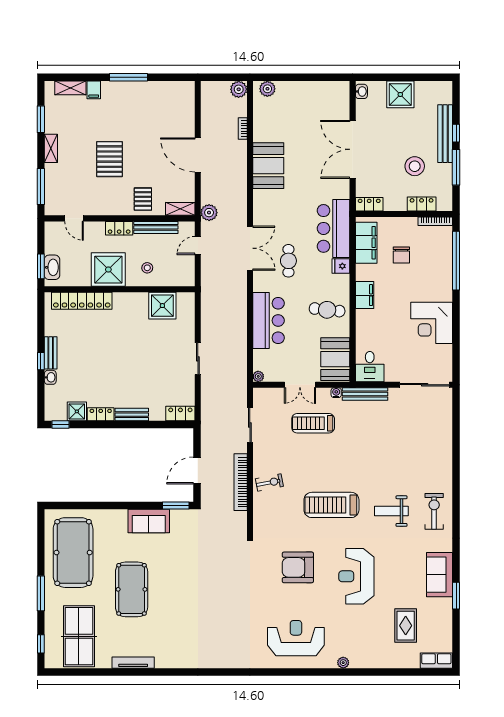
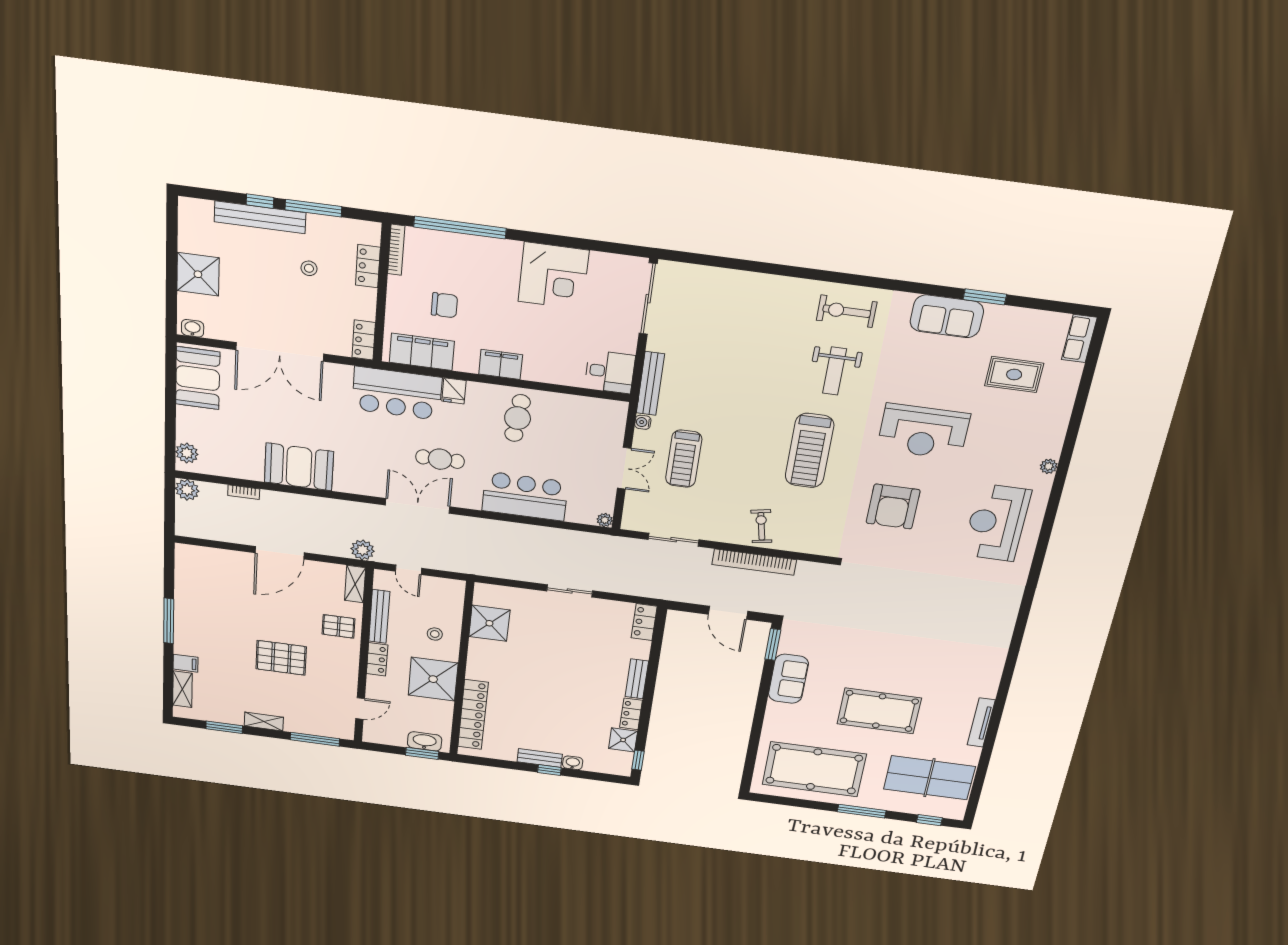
stool: (415, 166) -> (309, 268), width x0.53, depth x0.53
booth: (335, 359) -> (198, 378), moved, turned 90

